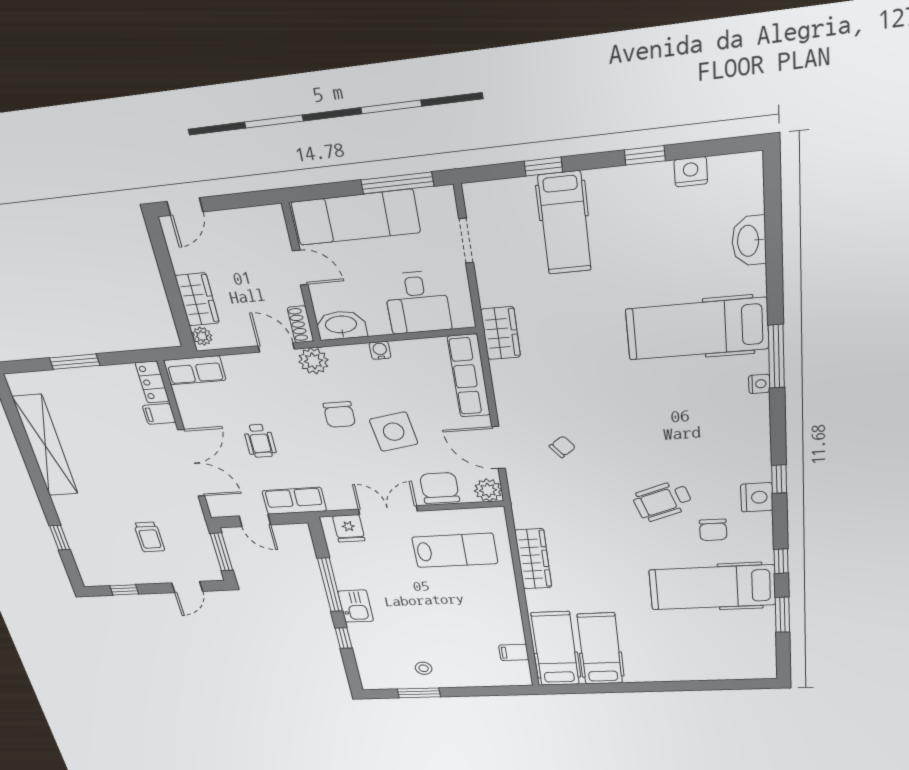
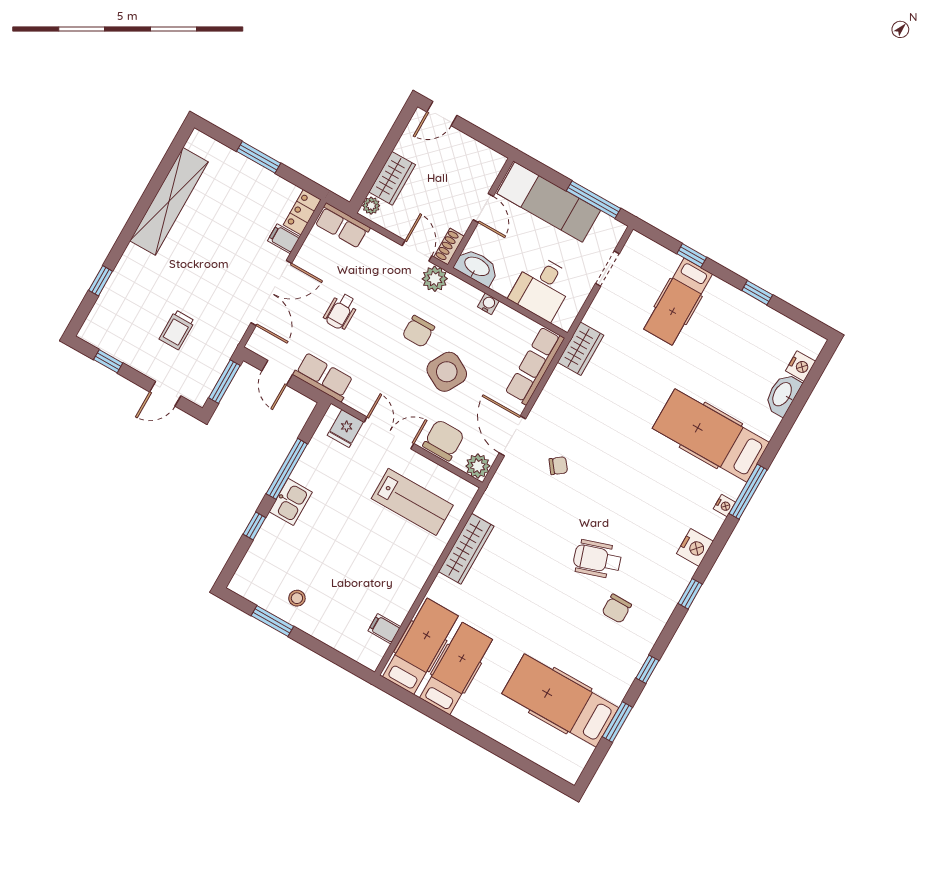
nightstand: (691, 172) -> (801, 366), moved, turned 90
side table: (394, 432) -> (447, 372), turned 38
nightstand: (757, 497) -> (695, 547), moved
hospital bed: (712, 587) -> (560, 701), moved

